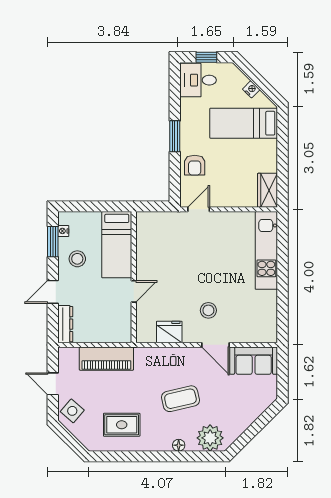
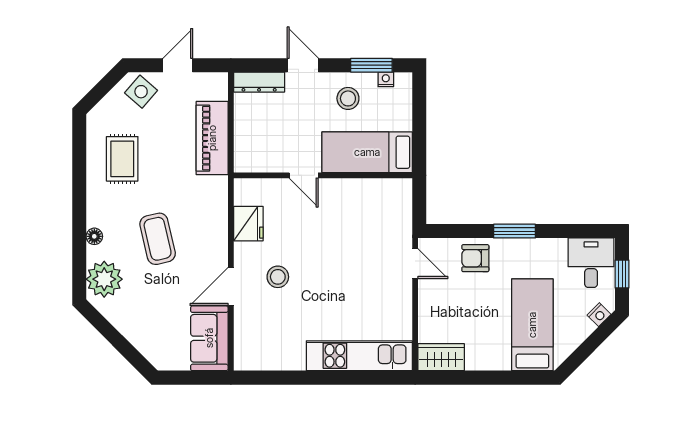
nightstand: (251, 89) -> (599, 315), moved

